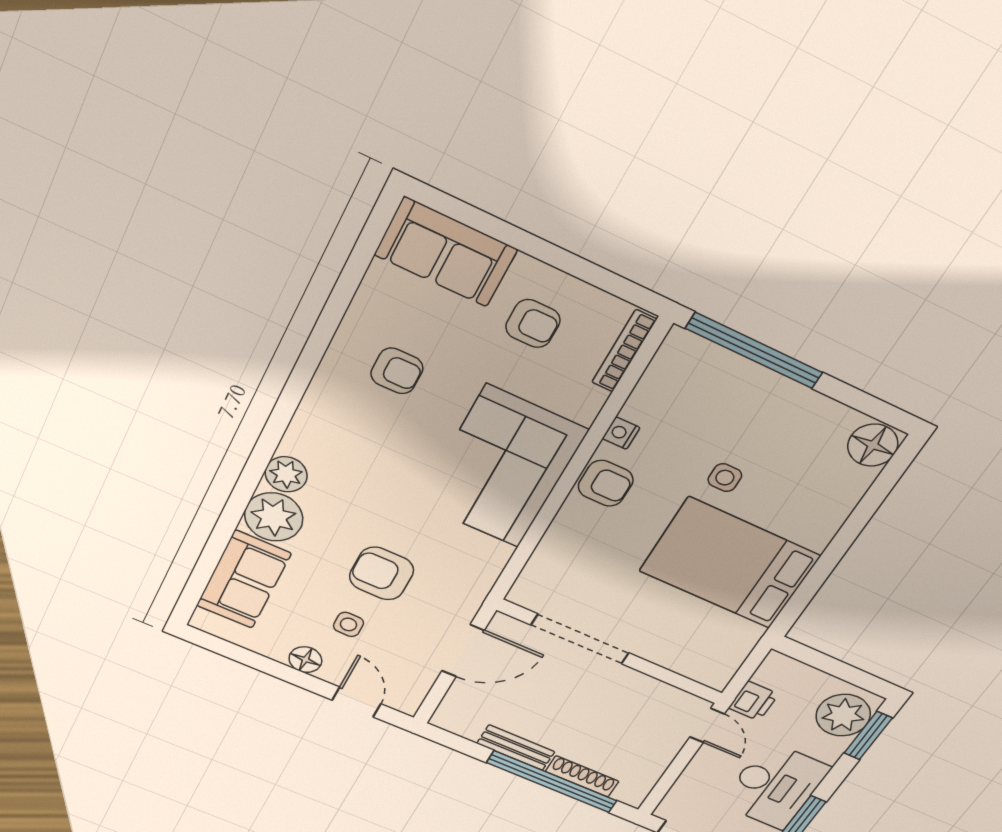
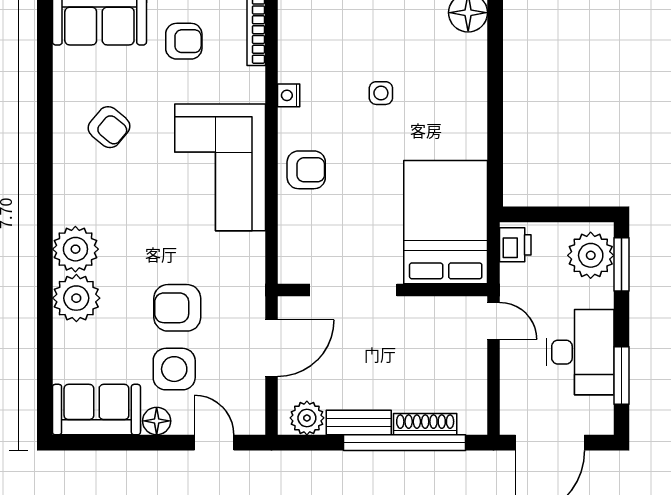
armchair: (397, 371) -> (109, 127), turned 40
plant: (286, 474) -> (75, 249), width x1.36, depth x1.36
armchair: (606, 483) -> (306, 170), moved
bed: (730, 563) -> (446, 222), moved, turned 90
sofa: (244, 580) -> (96, 410), moved, turned -90
side table: (348, 624) -> (174, 369), width x1.87, depth x1.87
printer: (753, 701) -> (515, 245), moved
plant: (465, 722) -> (307, 418), added

